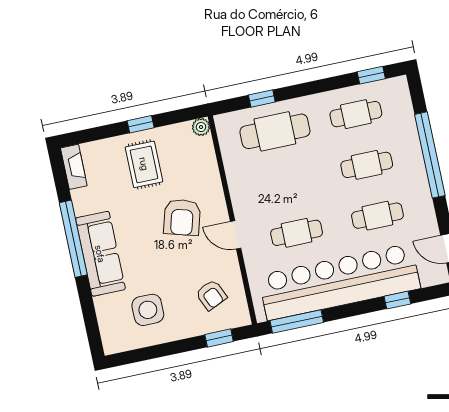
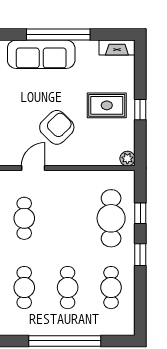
window: (371, 75) -> (140, 255), moved
armchair: (182, 217) -> (57, 127), turned 119

